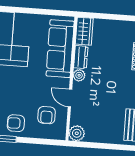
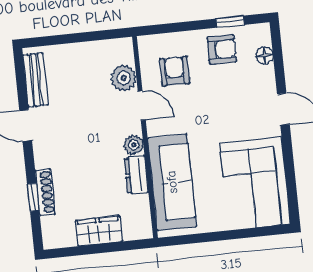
wardrobe: (84, 31) -> (99, 231), moved, turned 90
plant: (77, 133) -> (124, 78), moved

